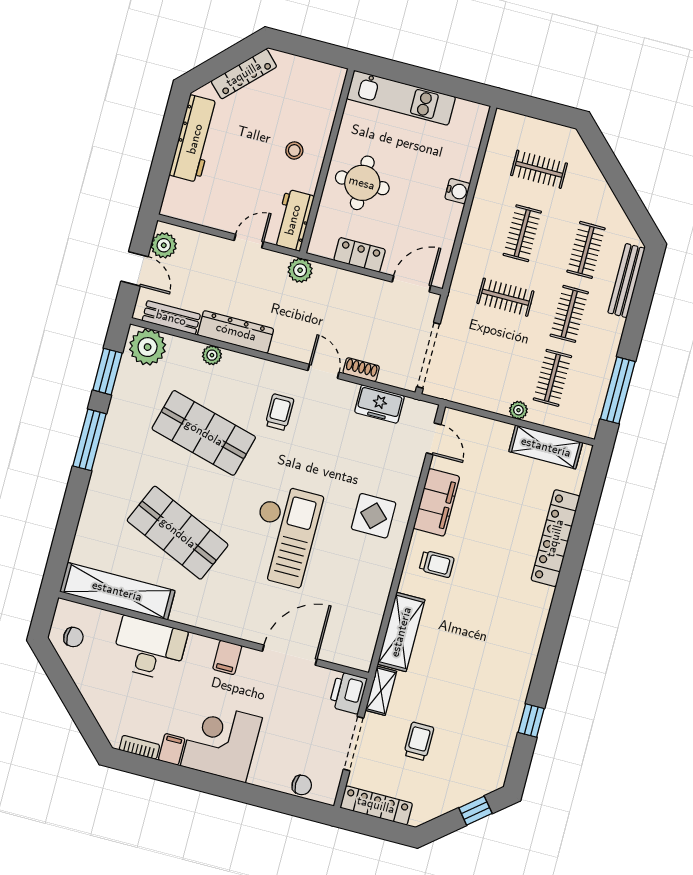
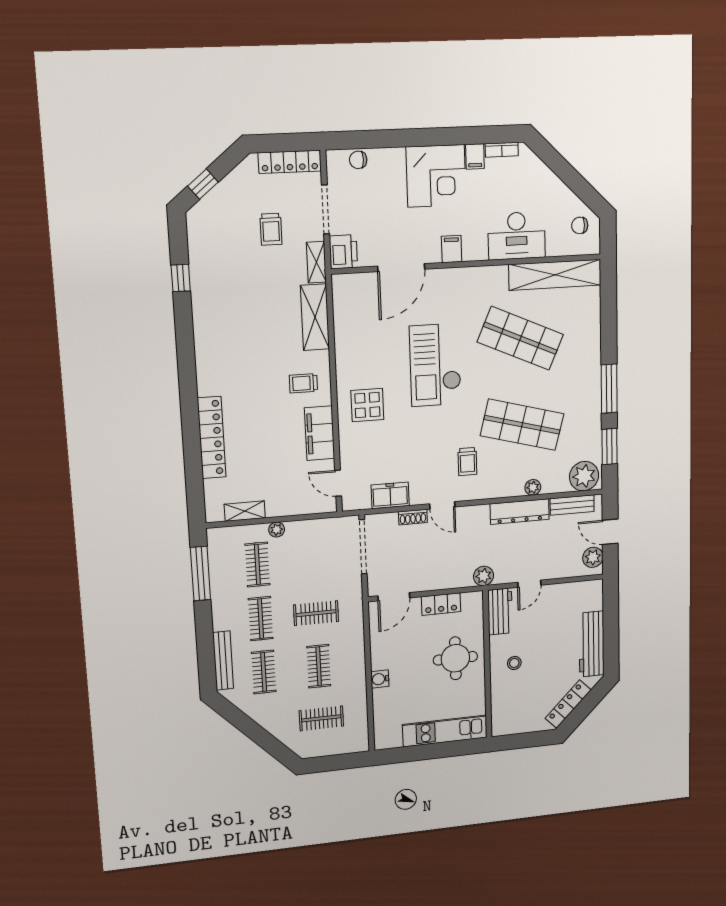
shelving: (546, 447) -> (245, 511), width x0.67, depth x0.75

